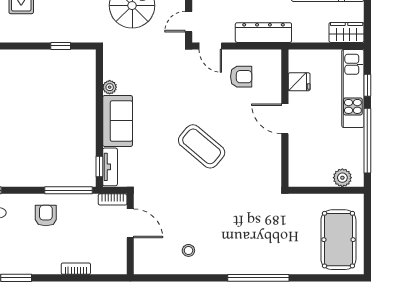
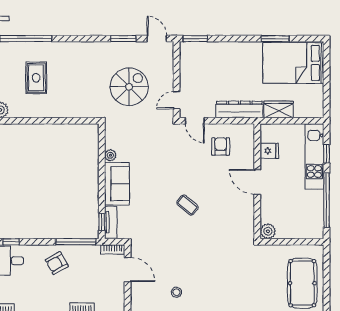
wardrobe: (347, 32) -> (279, 109), moved
window: (61, 46) -> (69, 121), removed
armchair: (241, 77) -> (221, 146), turned -90
coffee table: (202, 146) -> (187, 205), width x0.54, depth x0.58
plant: (342, 178) -> (268, 231), moved
armchair: (46, 216) -> (57, 263), turned -119

